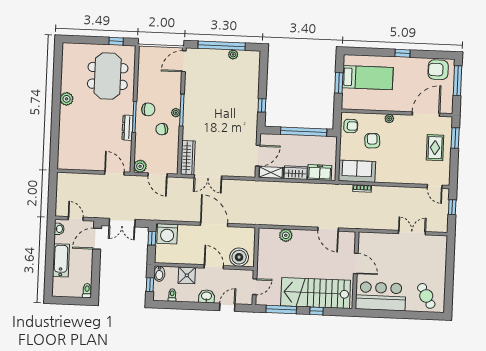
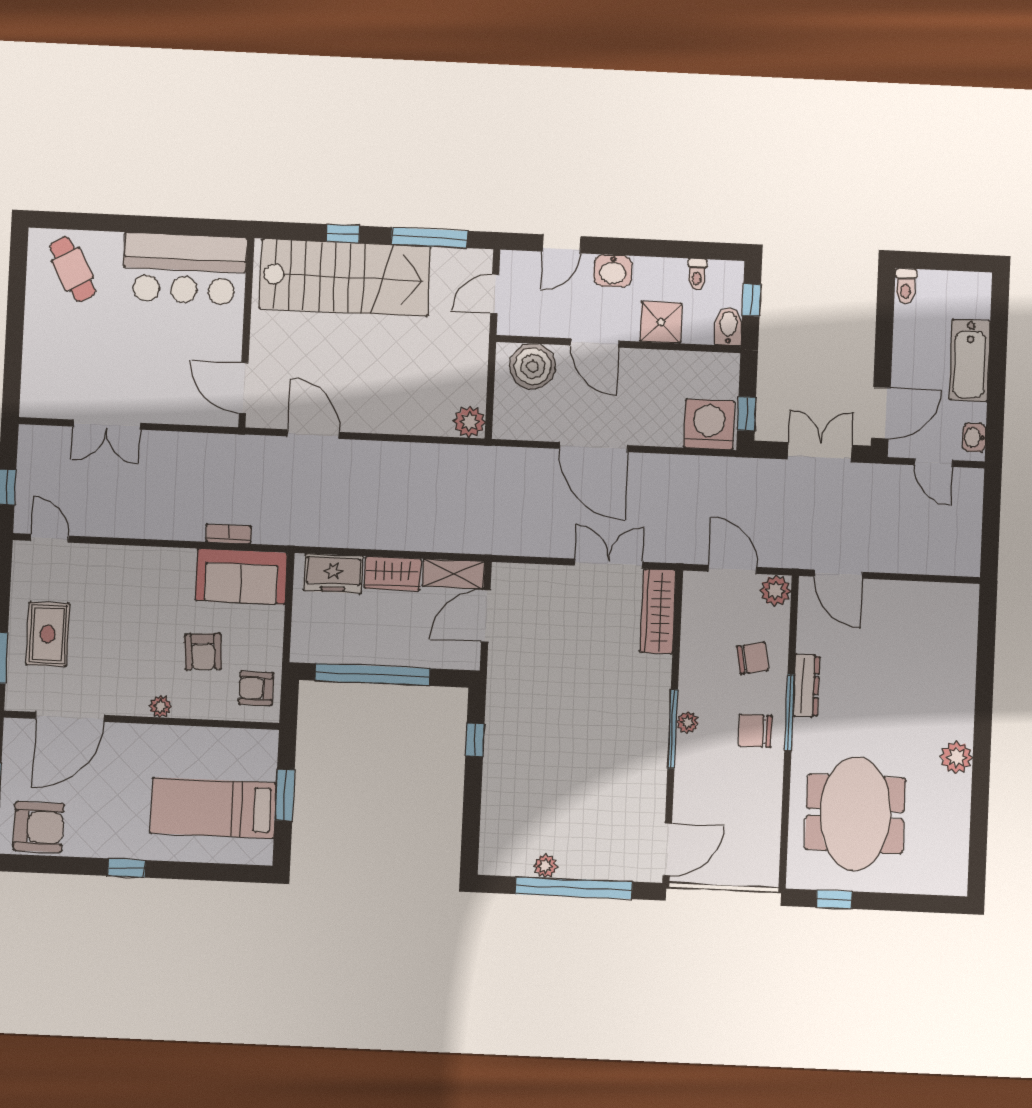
chair: (162, 129) -> (753, 658), moved
plant: (286, 235) -> (469, 422), moved
door: (356, 263) -> (244, 388), moved

